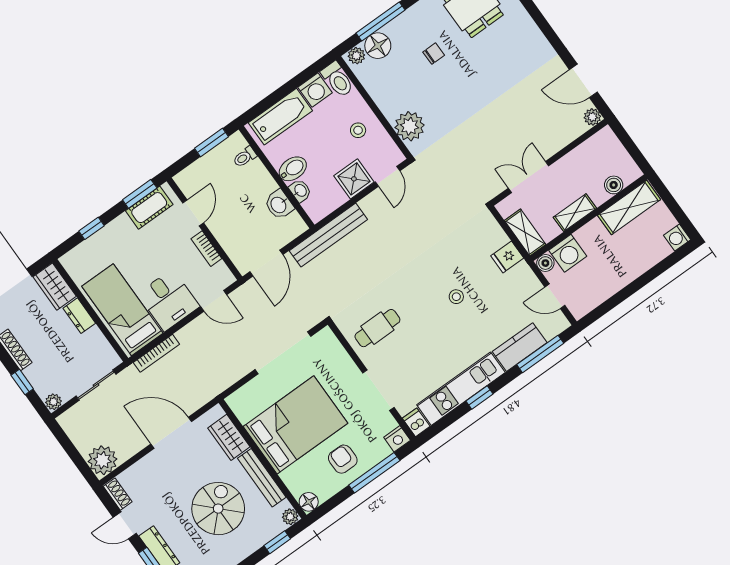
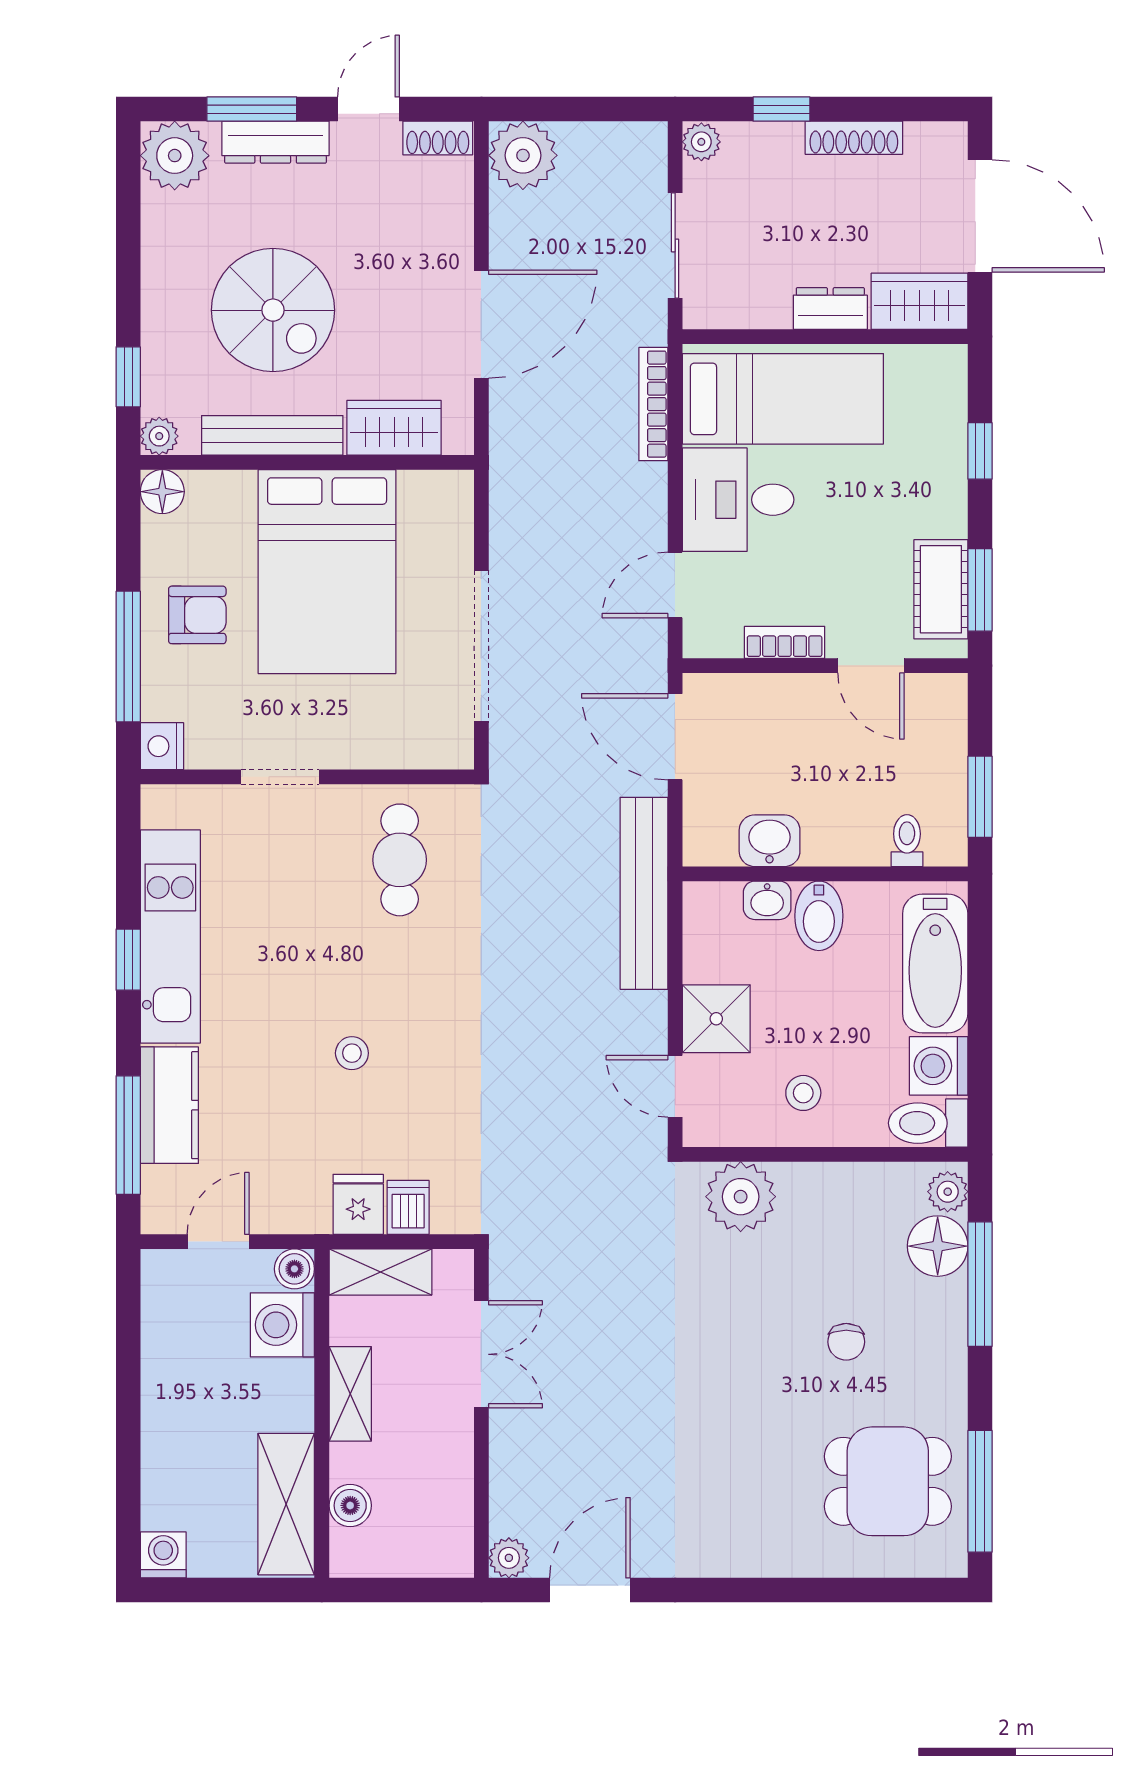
doorway: (378, 390) -> (280, 777), width x0.73
dishwasher: (416, 422) -> (408, 1207), moved, turned -90

